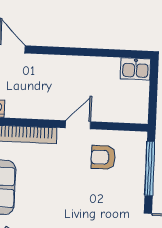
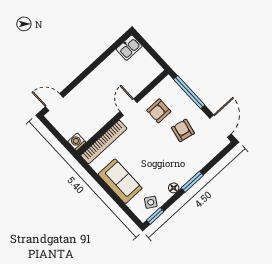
armchair: (107, 199) -> (183, 130), added

